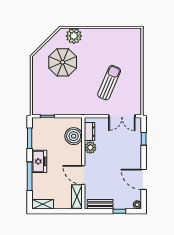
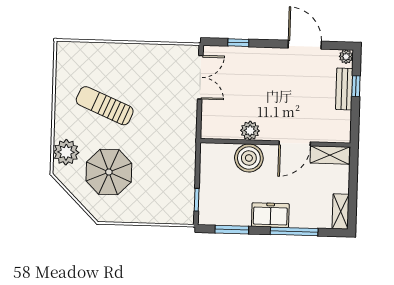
sun lounger: (109, 83) -> (105, 106), moved
dresser: (90, 132) -> (224, 131), removed
boiler: (74, 136) -> (249, 158), moved
door: (144, 179) -> (305, 45), swing flipped
bench: (100, 204) -> (344, 89), moved

